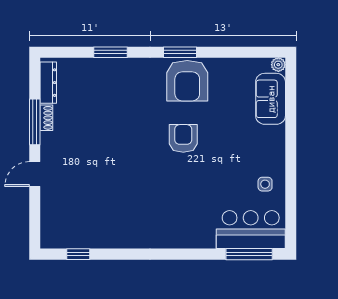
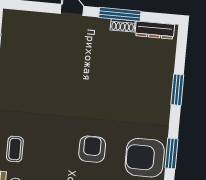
armchair: (183, 138) -> (92, 149), turned -90
coffee table: (191, 222) -> (15, 149), added

